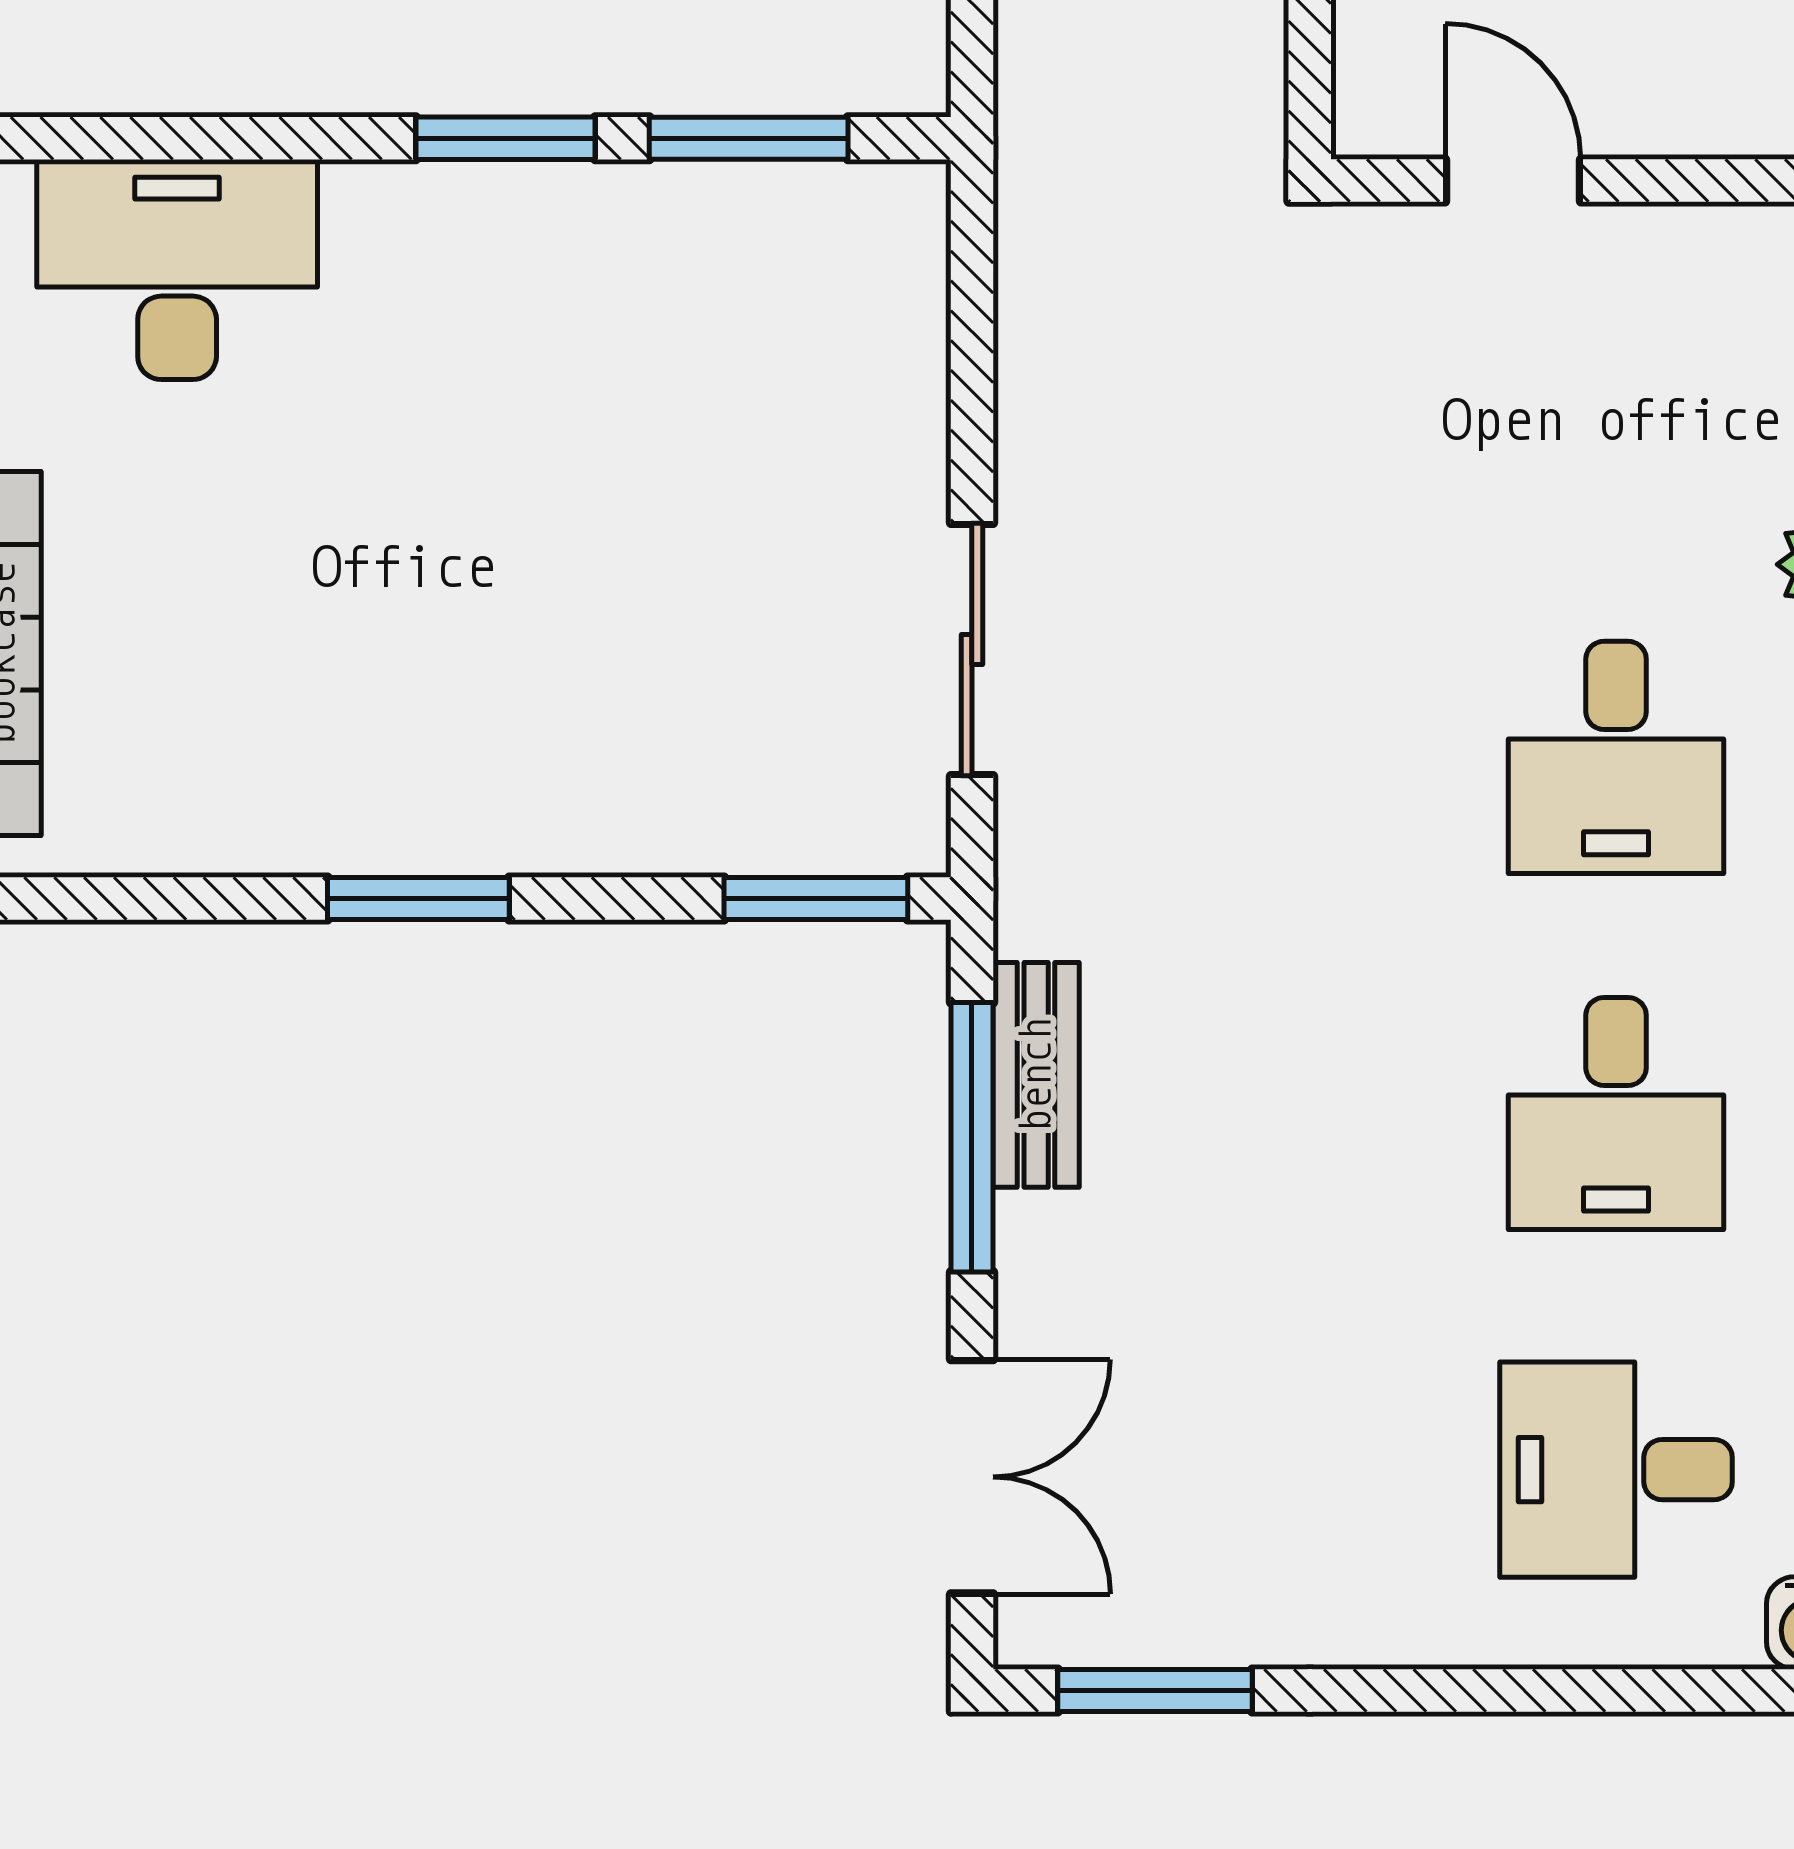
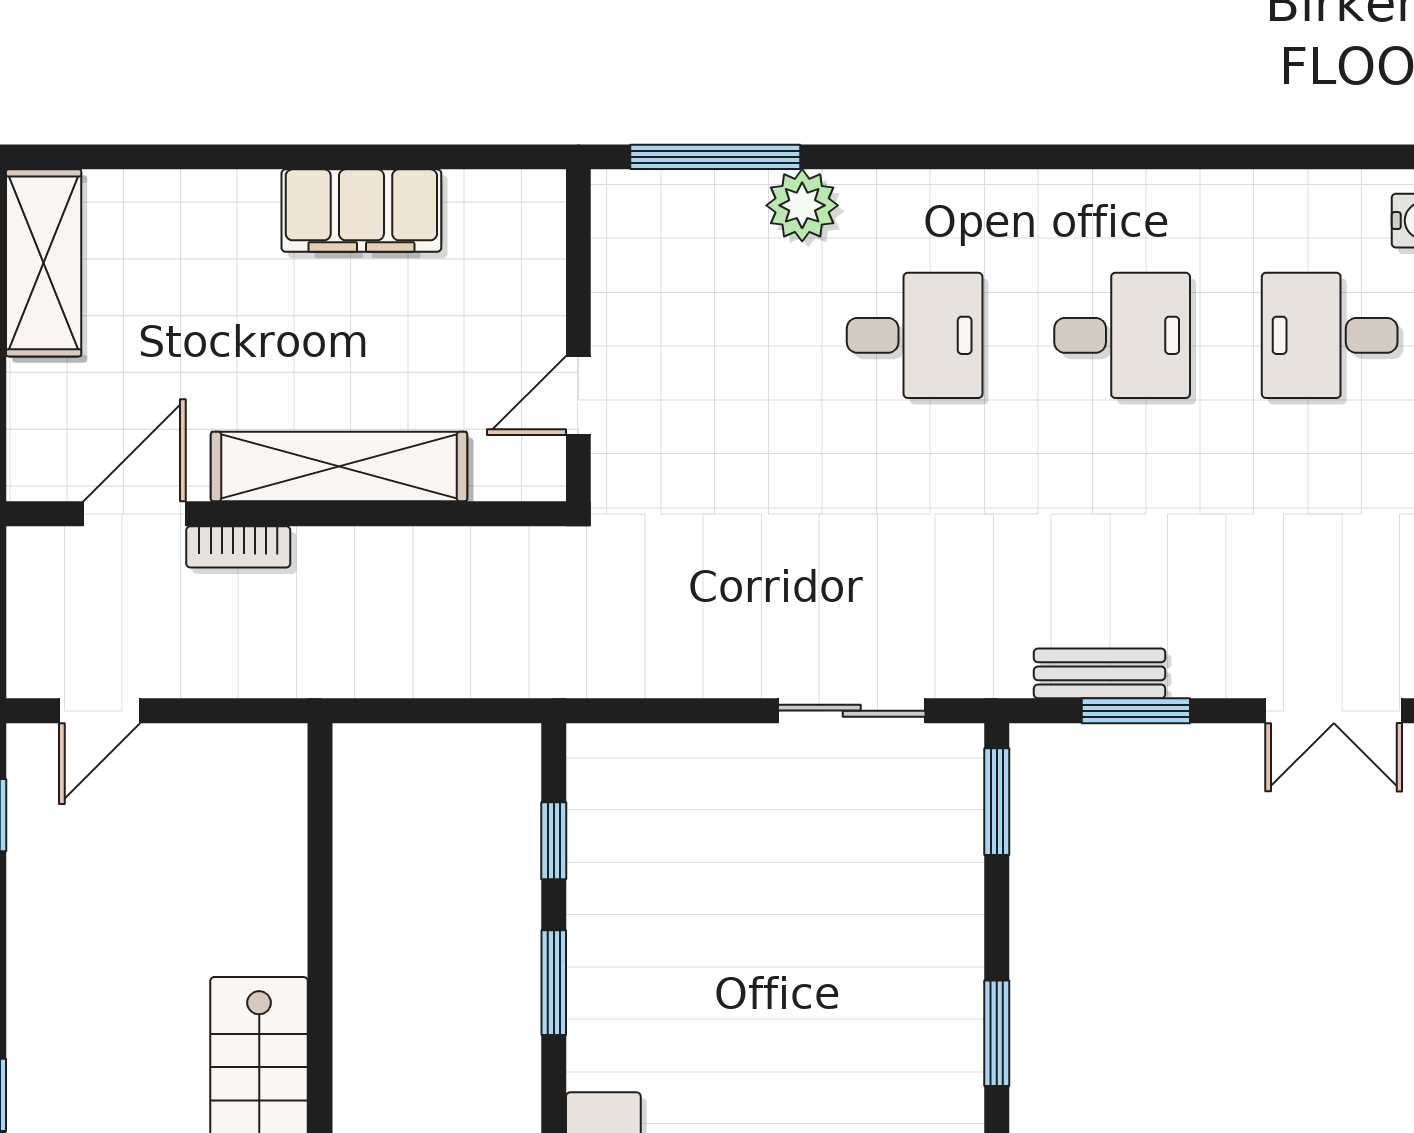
window: (749, 138) -> (554, 841), width x0.67
window: (972, 1137) -> (1136, 711), width x0.69
desk: (1616, 1470) -> (1330, 335), turned 90
double door: (972, 1477) -> (1334, 711), swing flipped

